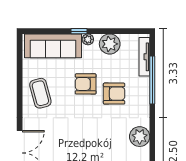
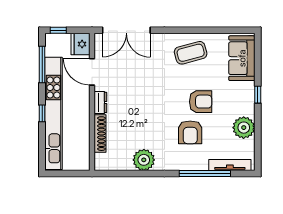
plant: (88, 39) -> (249, 104), removed
sofa: (53, 46) -> (242, 58), width x0.73
armchair: (86, 84) -> (201, 102), turned 90

